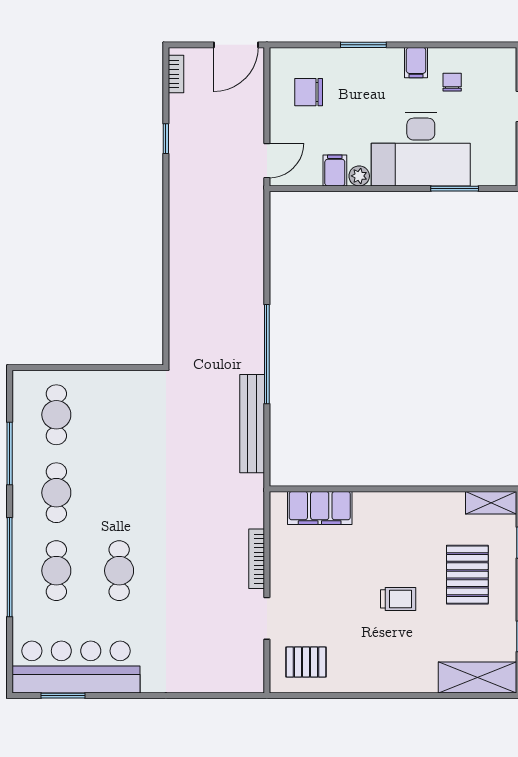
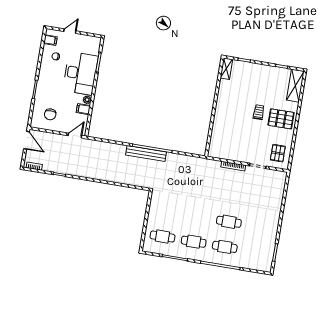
filing cabinet: (416, 63) -> (50, 40), moved
door: (267, 161) -> (75, 136), hinge flipped
bench: (252, 424) -> (146, 153), moved
filing cabinet: (320, 508) -> (217, 137), removed
pallet: (467, 575) -> (281, 119), moved
bar counter: (76, 667) -> (265, 245), removed

